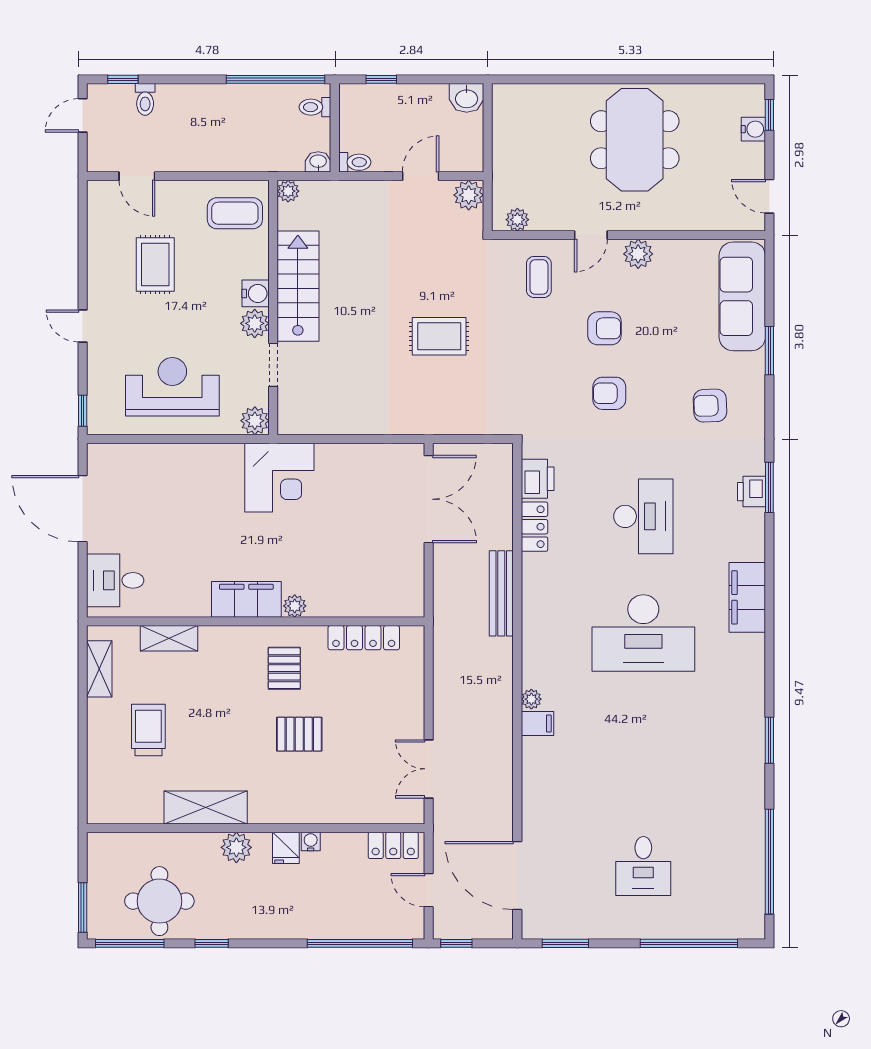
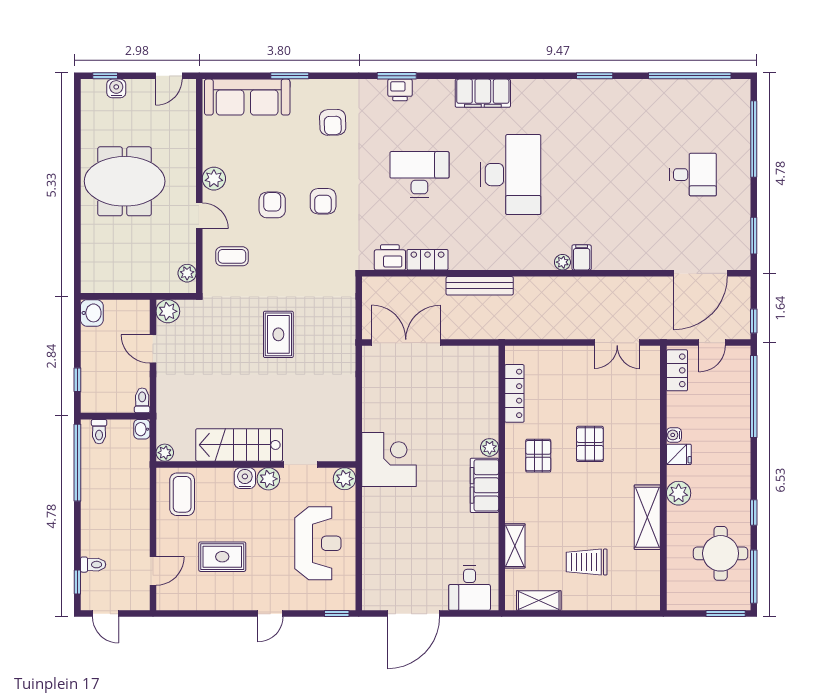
reception desk: (172, 387) -> (318, 543), turned 180
pallet: (284, 668) -> (538, 456), turned 90

